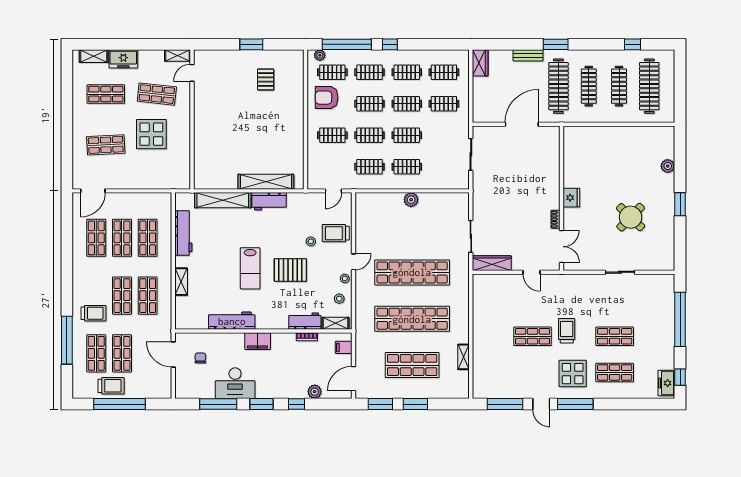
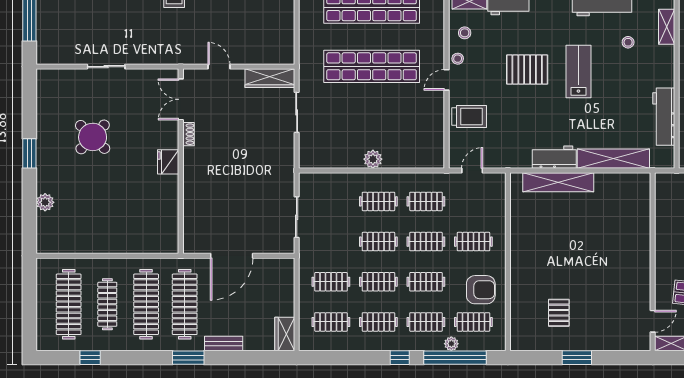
plant: (320, 55) -> (451, 344), moved
clothes rail: (589, 86) -> (146, 304), width x1.37, depth x1.31
stool: (311, 241) -> (628, 42), moved
shelving: (181, 282) -> (667, 27), moved

